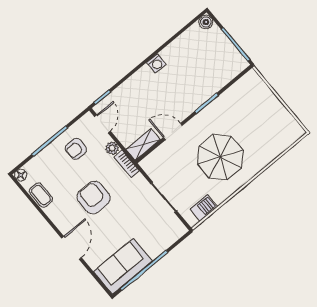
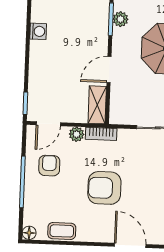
plant: (212, 110) -> (120, 19), added
door: (102, 124) -> (48, 124), swing flipped
armchair: (76, 149) -> (49, 166), turned 180

